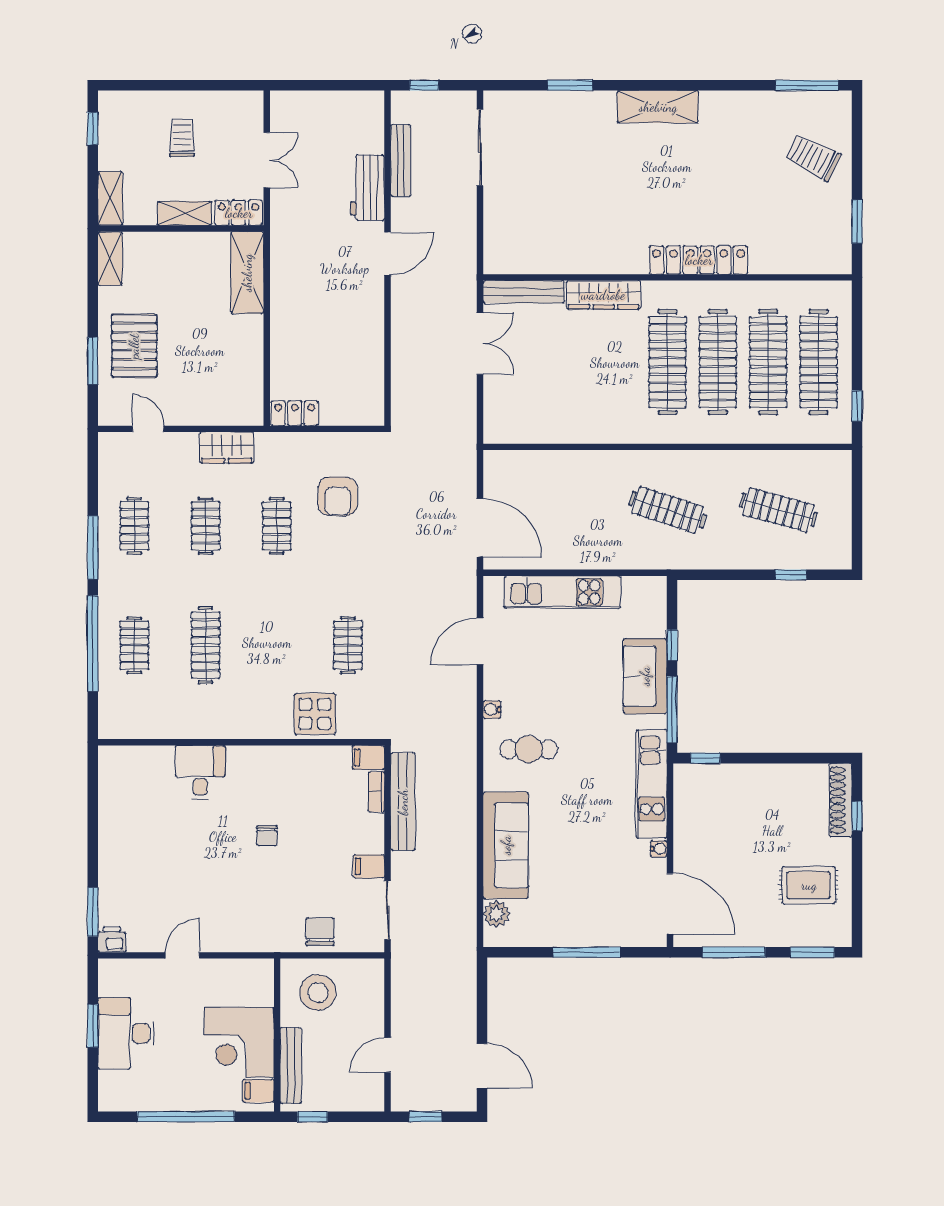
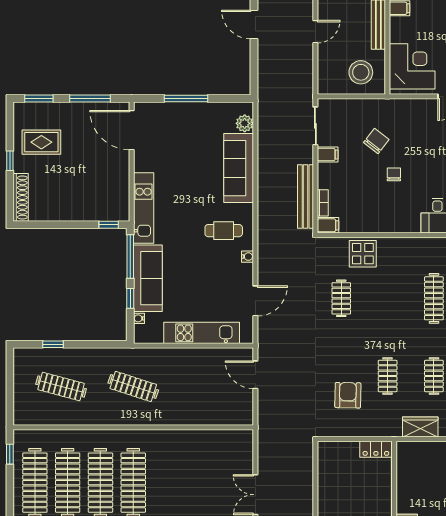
door: (480, 528) -> (255, 375), width x0.73
sofa: (645, 676) -> (148, 278), width x1.36
window: (857, 816) -> (10, 161), moved
water cooler: (659, 849) -> (139, 318), moved
chair: (320, 932) -> (376, 141), moved, turned -142
corner desk: (239, 1042) -> (412, 66), moved

